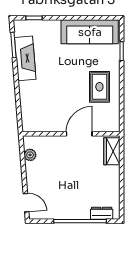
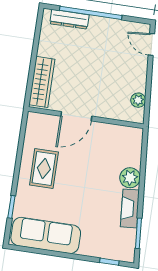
fireplace: (25, 58) -> (130, 208), width x0.73, depth x0.76
plant: (27, 90) -> (130, 178), added
wardrobe: (112, 151) -> (42, 82), width x1.50
dresser: (102, 213) -> (69, 19), width x1.44

